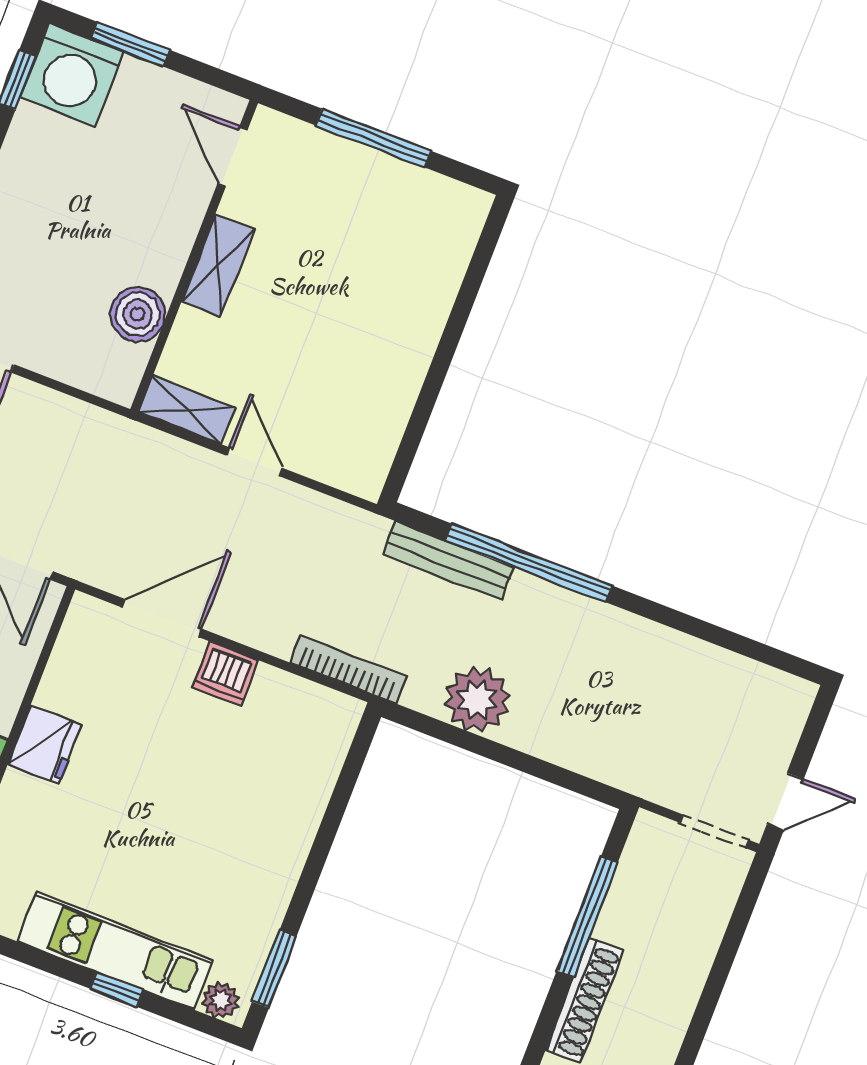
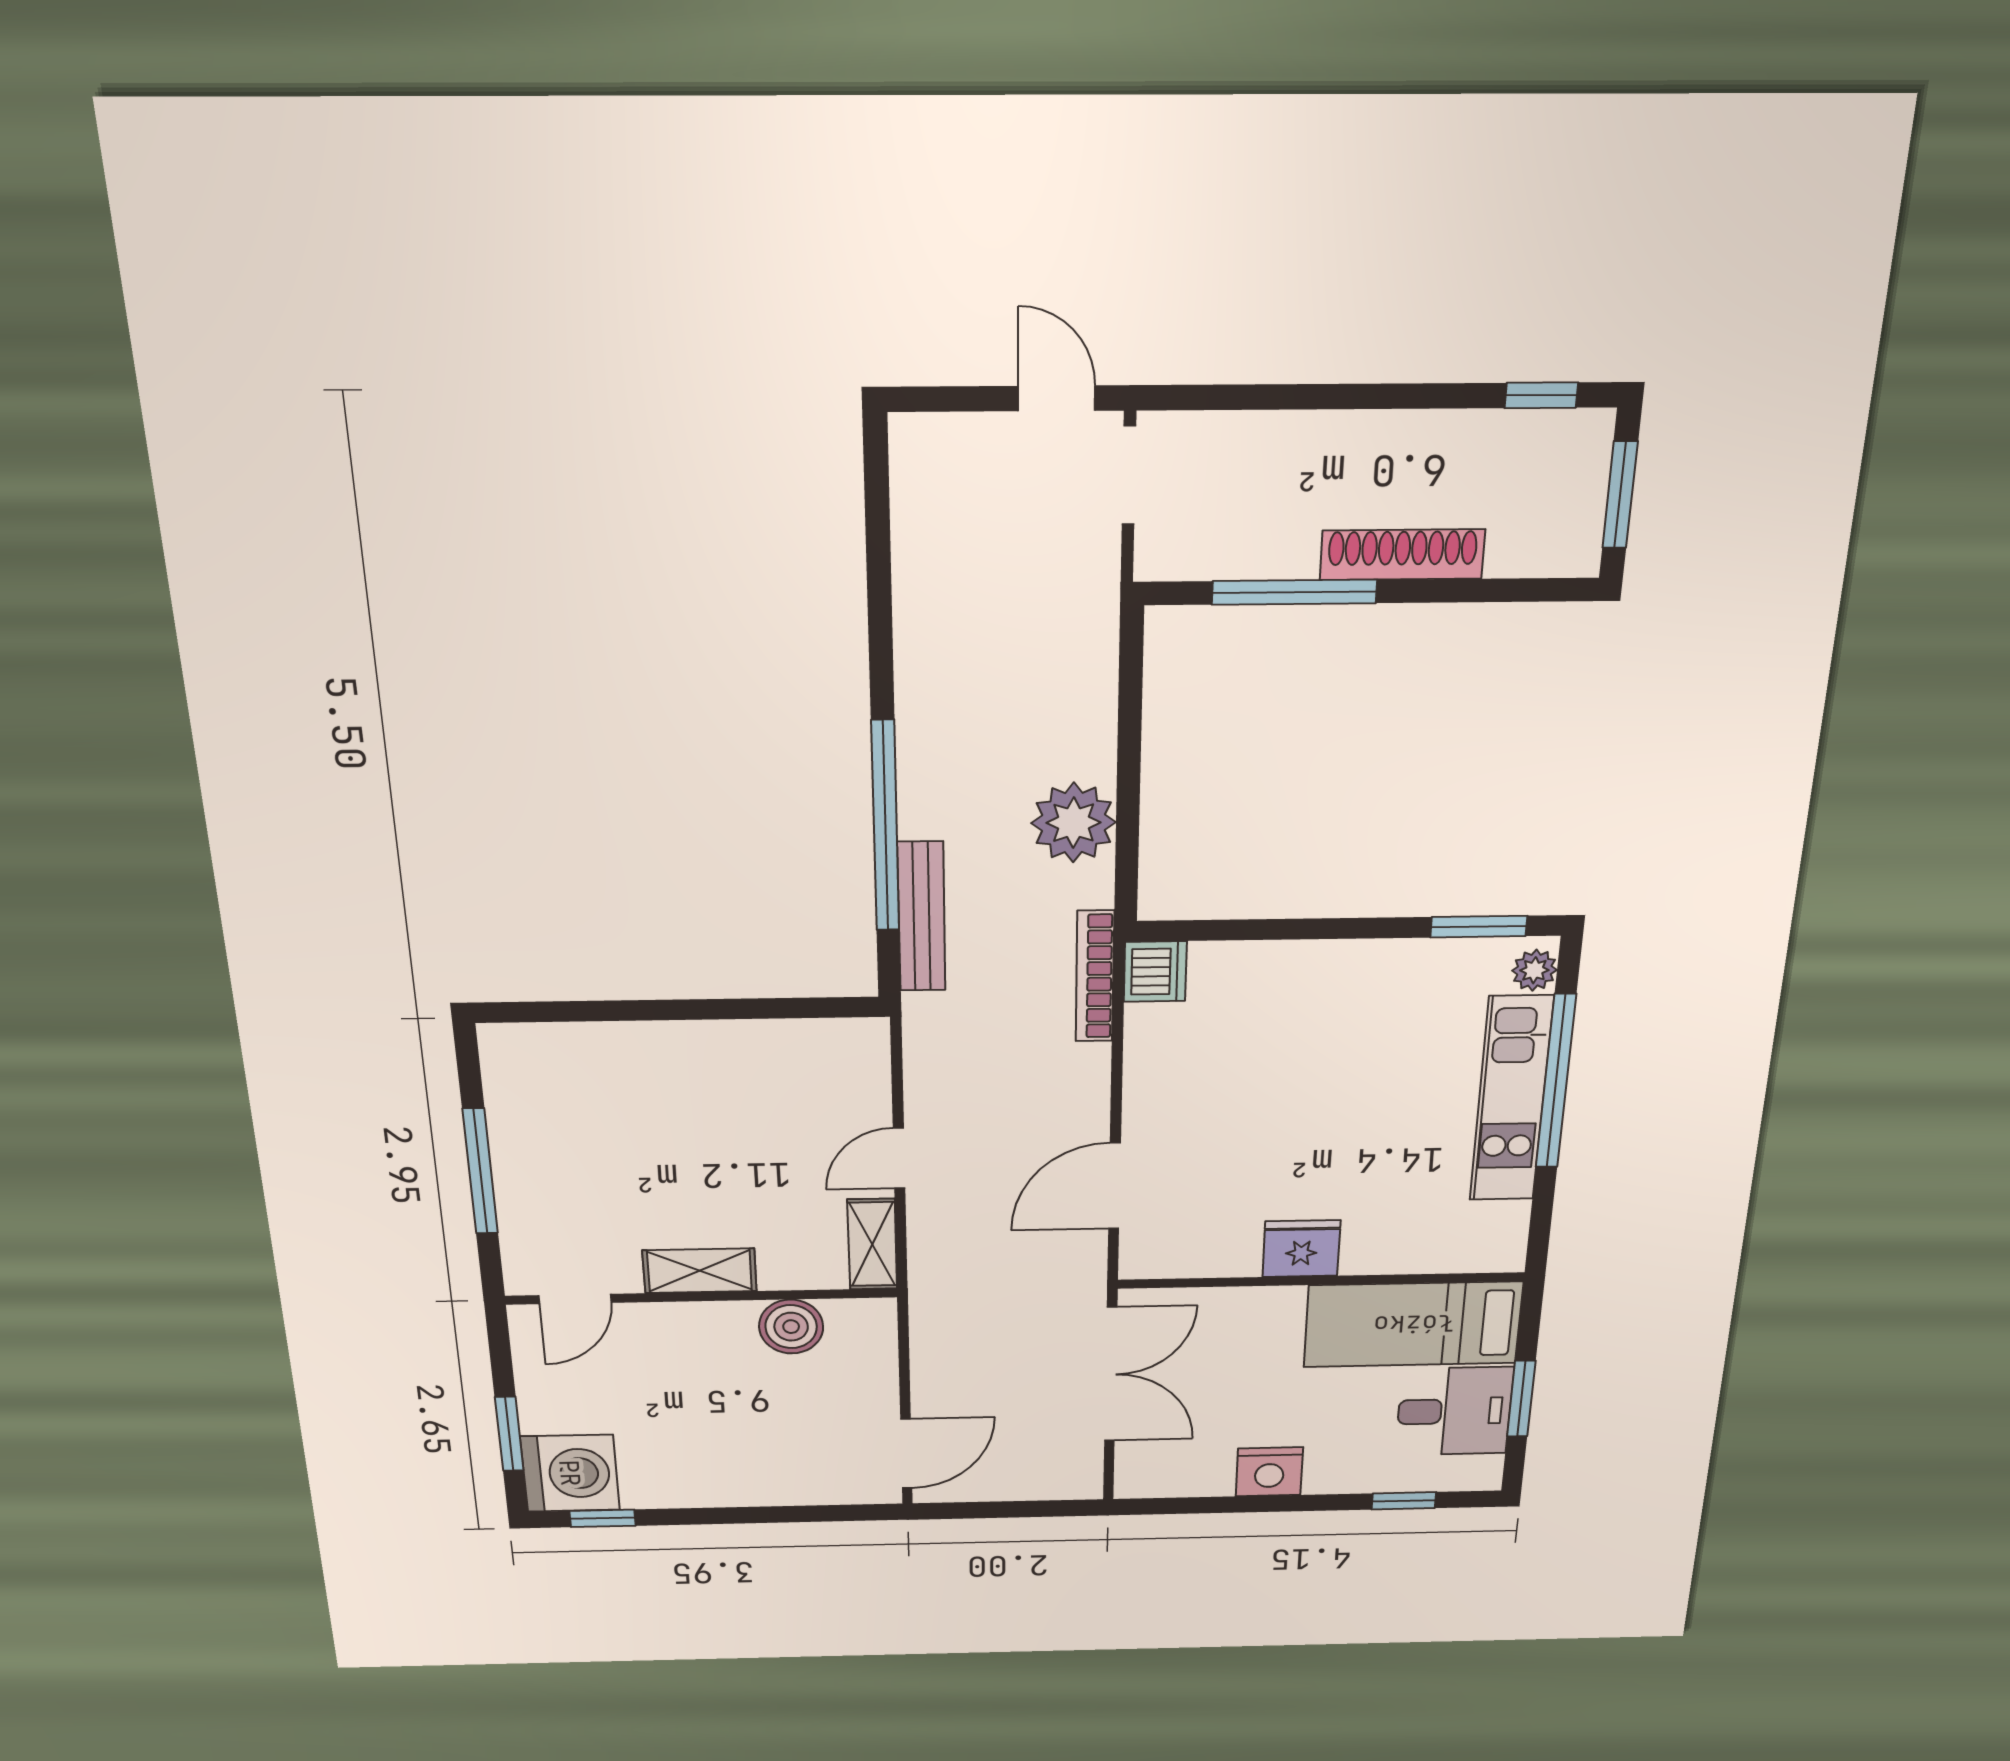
door: (162, 618) -> (1115, 1186), hinge flipped
dishwasher: (225, 674) -> (1155, 972), moved
window: (117, 989) -> (1556, 1082), width x3.17

